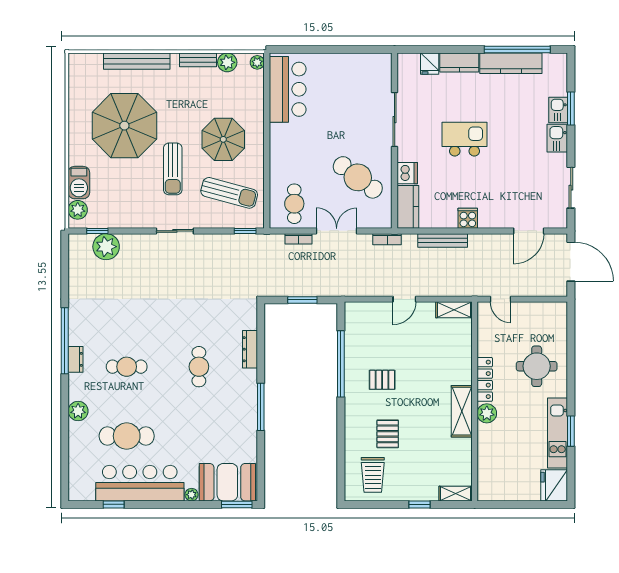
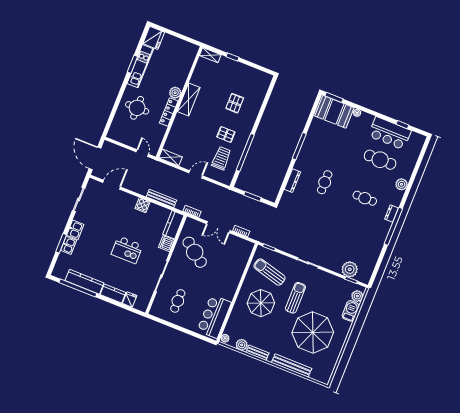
cafe table: (294, 204) -> (178, 301), moved
trolley: (373, 475) -> (221, 158), moved
bar counter: (140, 483) -> (390, 133), width x0.73

